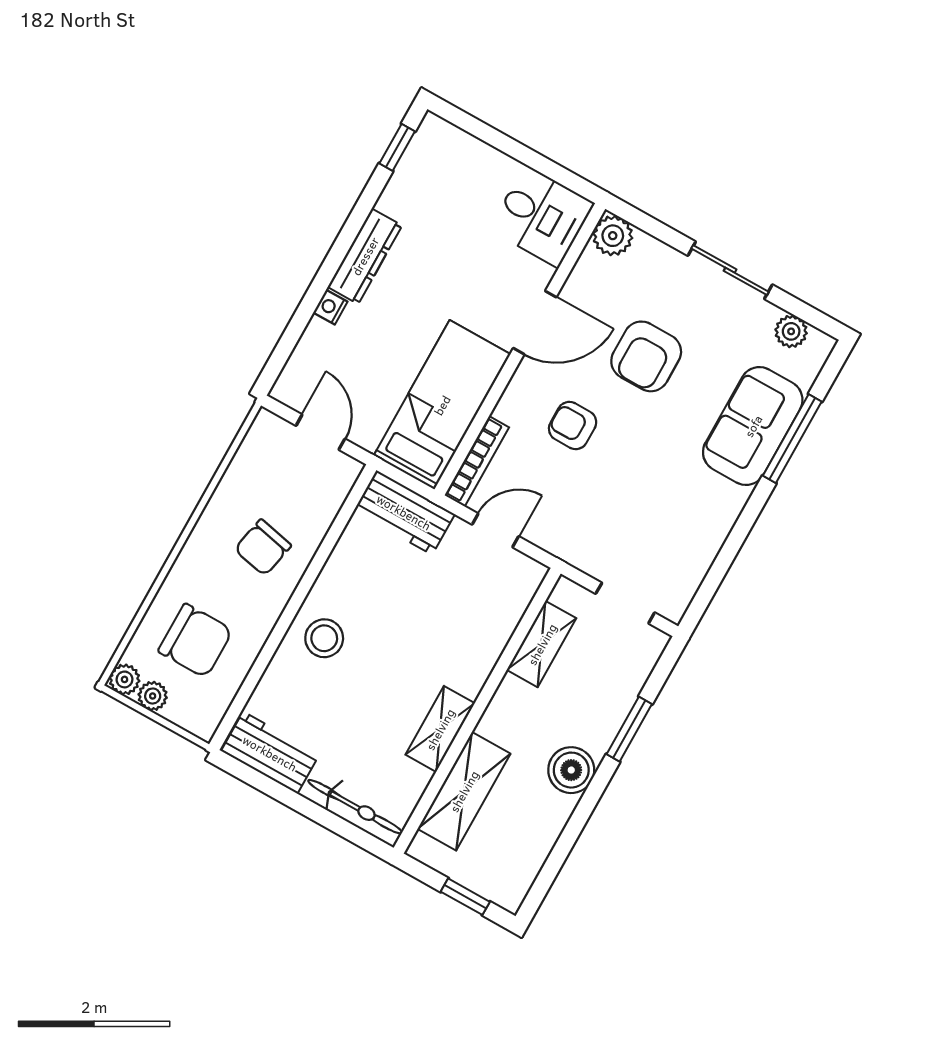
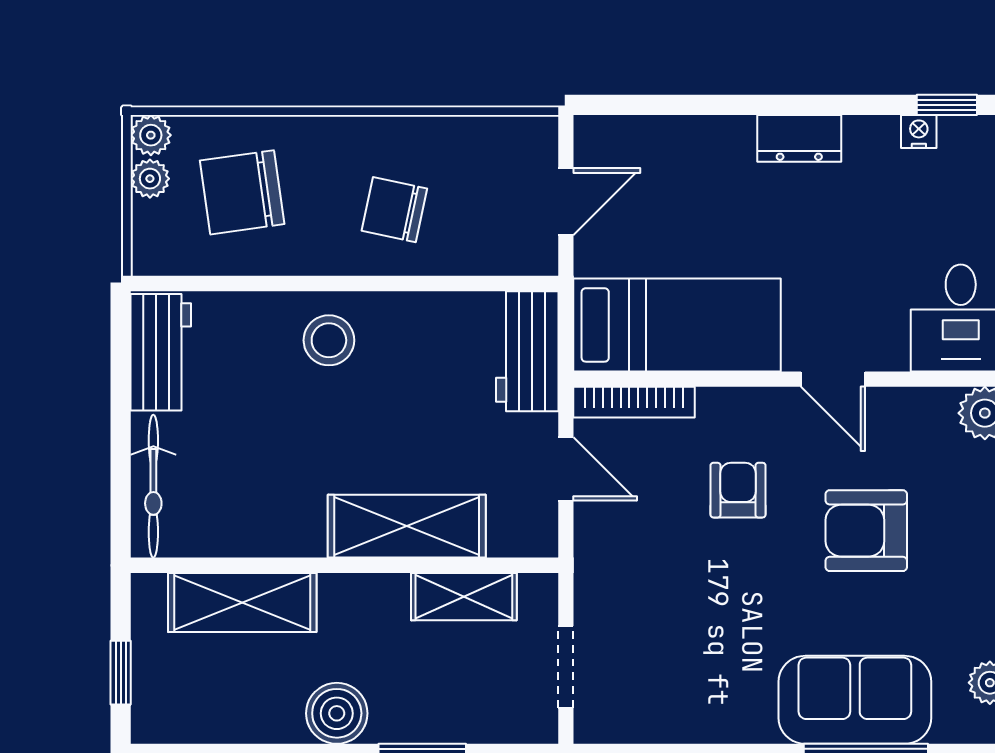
dresser: (365, 256) -> (799, 138), width x0.70
nightstand: (330, 307) -> (919, 132), moved
door: (535, 323) -> (833, 379), width x0.73
chair: (195, 641) -> (242, 192), turned 82
shelving: (440, 729) -> (407, 526), moved, width x1.50, depth x1.33

